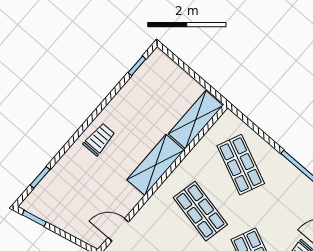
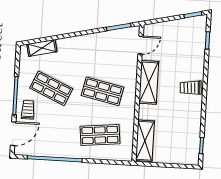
trolley: (99, 139) -> (191, 88), turned 86
shelving: (156, 165) -> (149, 82), moved
shop shelf: (241, 165) -> (100, 135), turned -30

